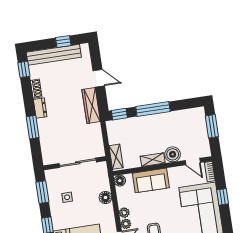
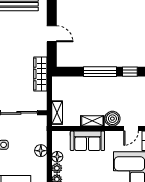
wardrobe: (91, 106) -> (40, 74), moved
window: (119, 114) -> (130, 72), moved
door: (193, 162) -> (131, 129), hinge flipped
floor lamp: (120, 181) -> (57, 157), moved

